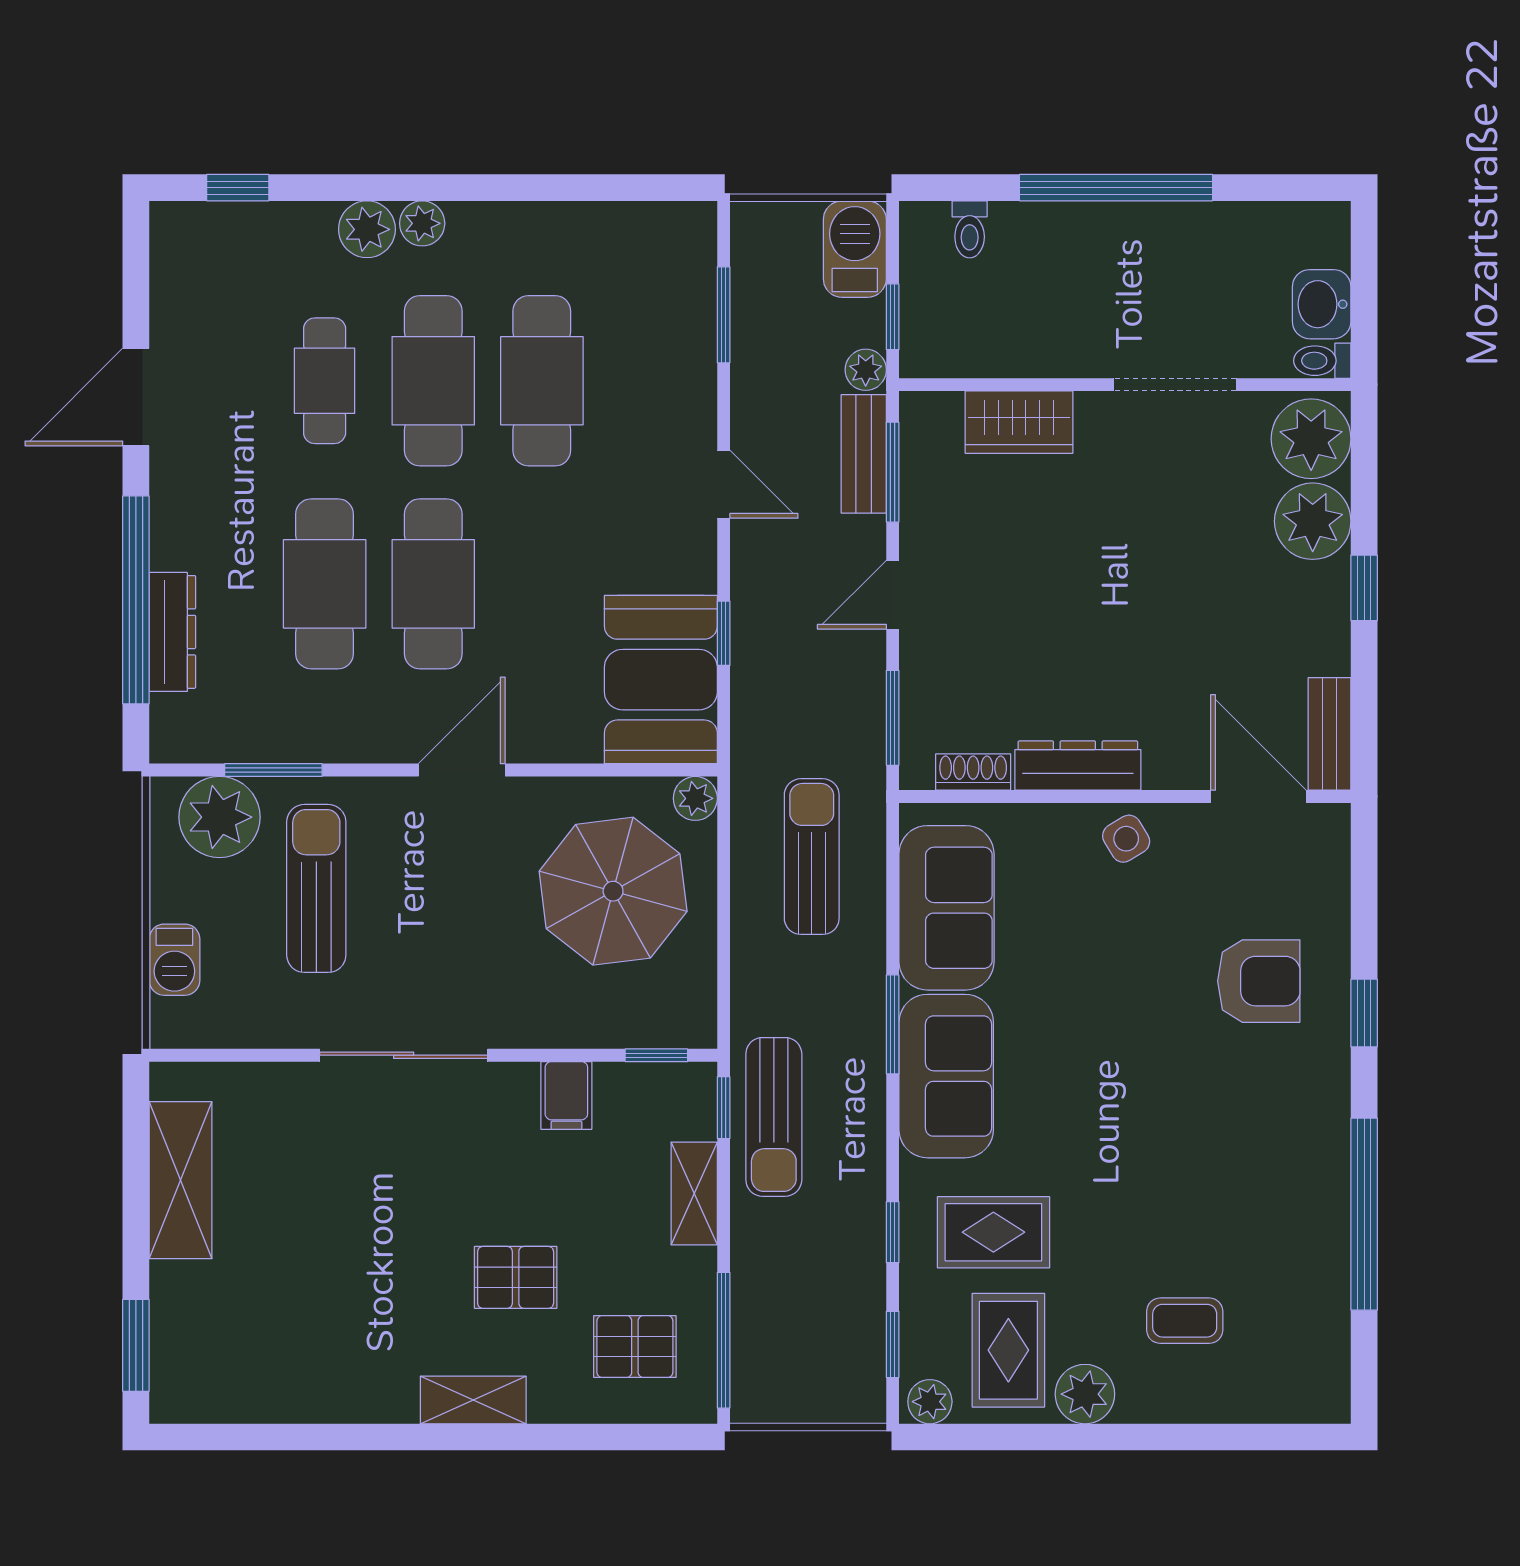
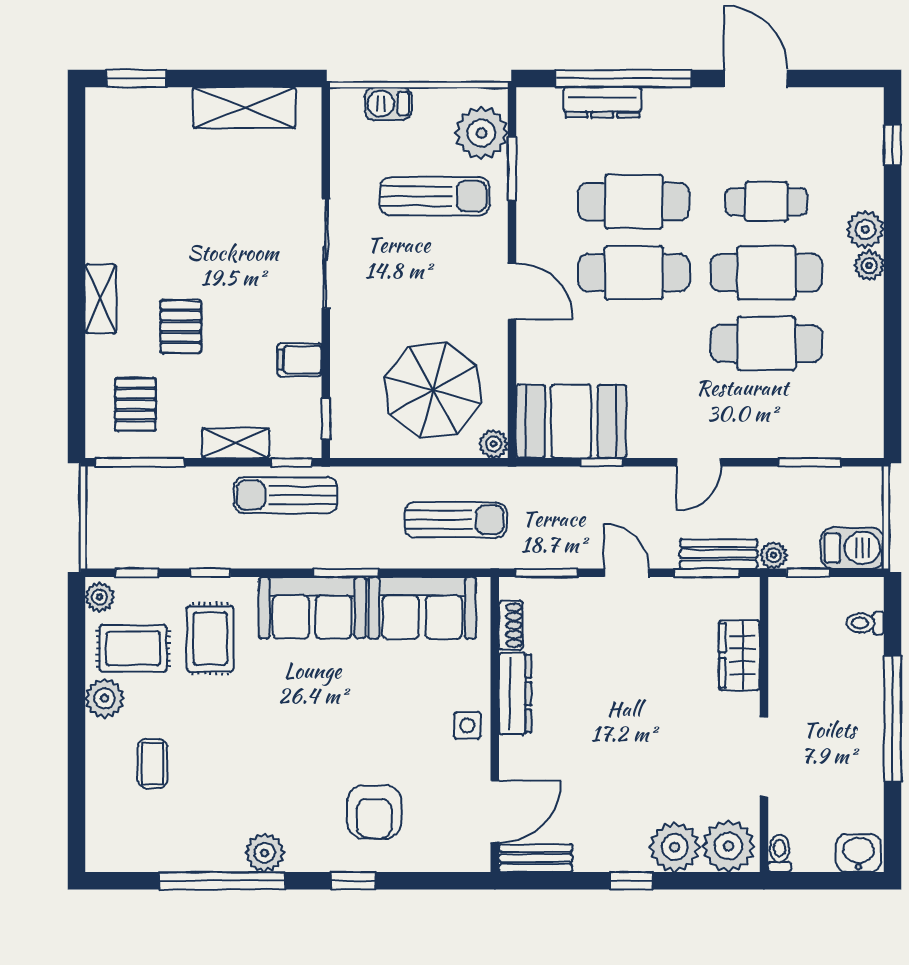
washbasin: (1322, 304) -> (858, 853), moved
side table: (1126, 839) -> (467, 725), turned 31
plant: (1321, 1149) -> (265, 853), added

